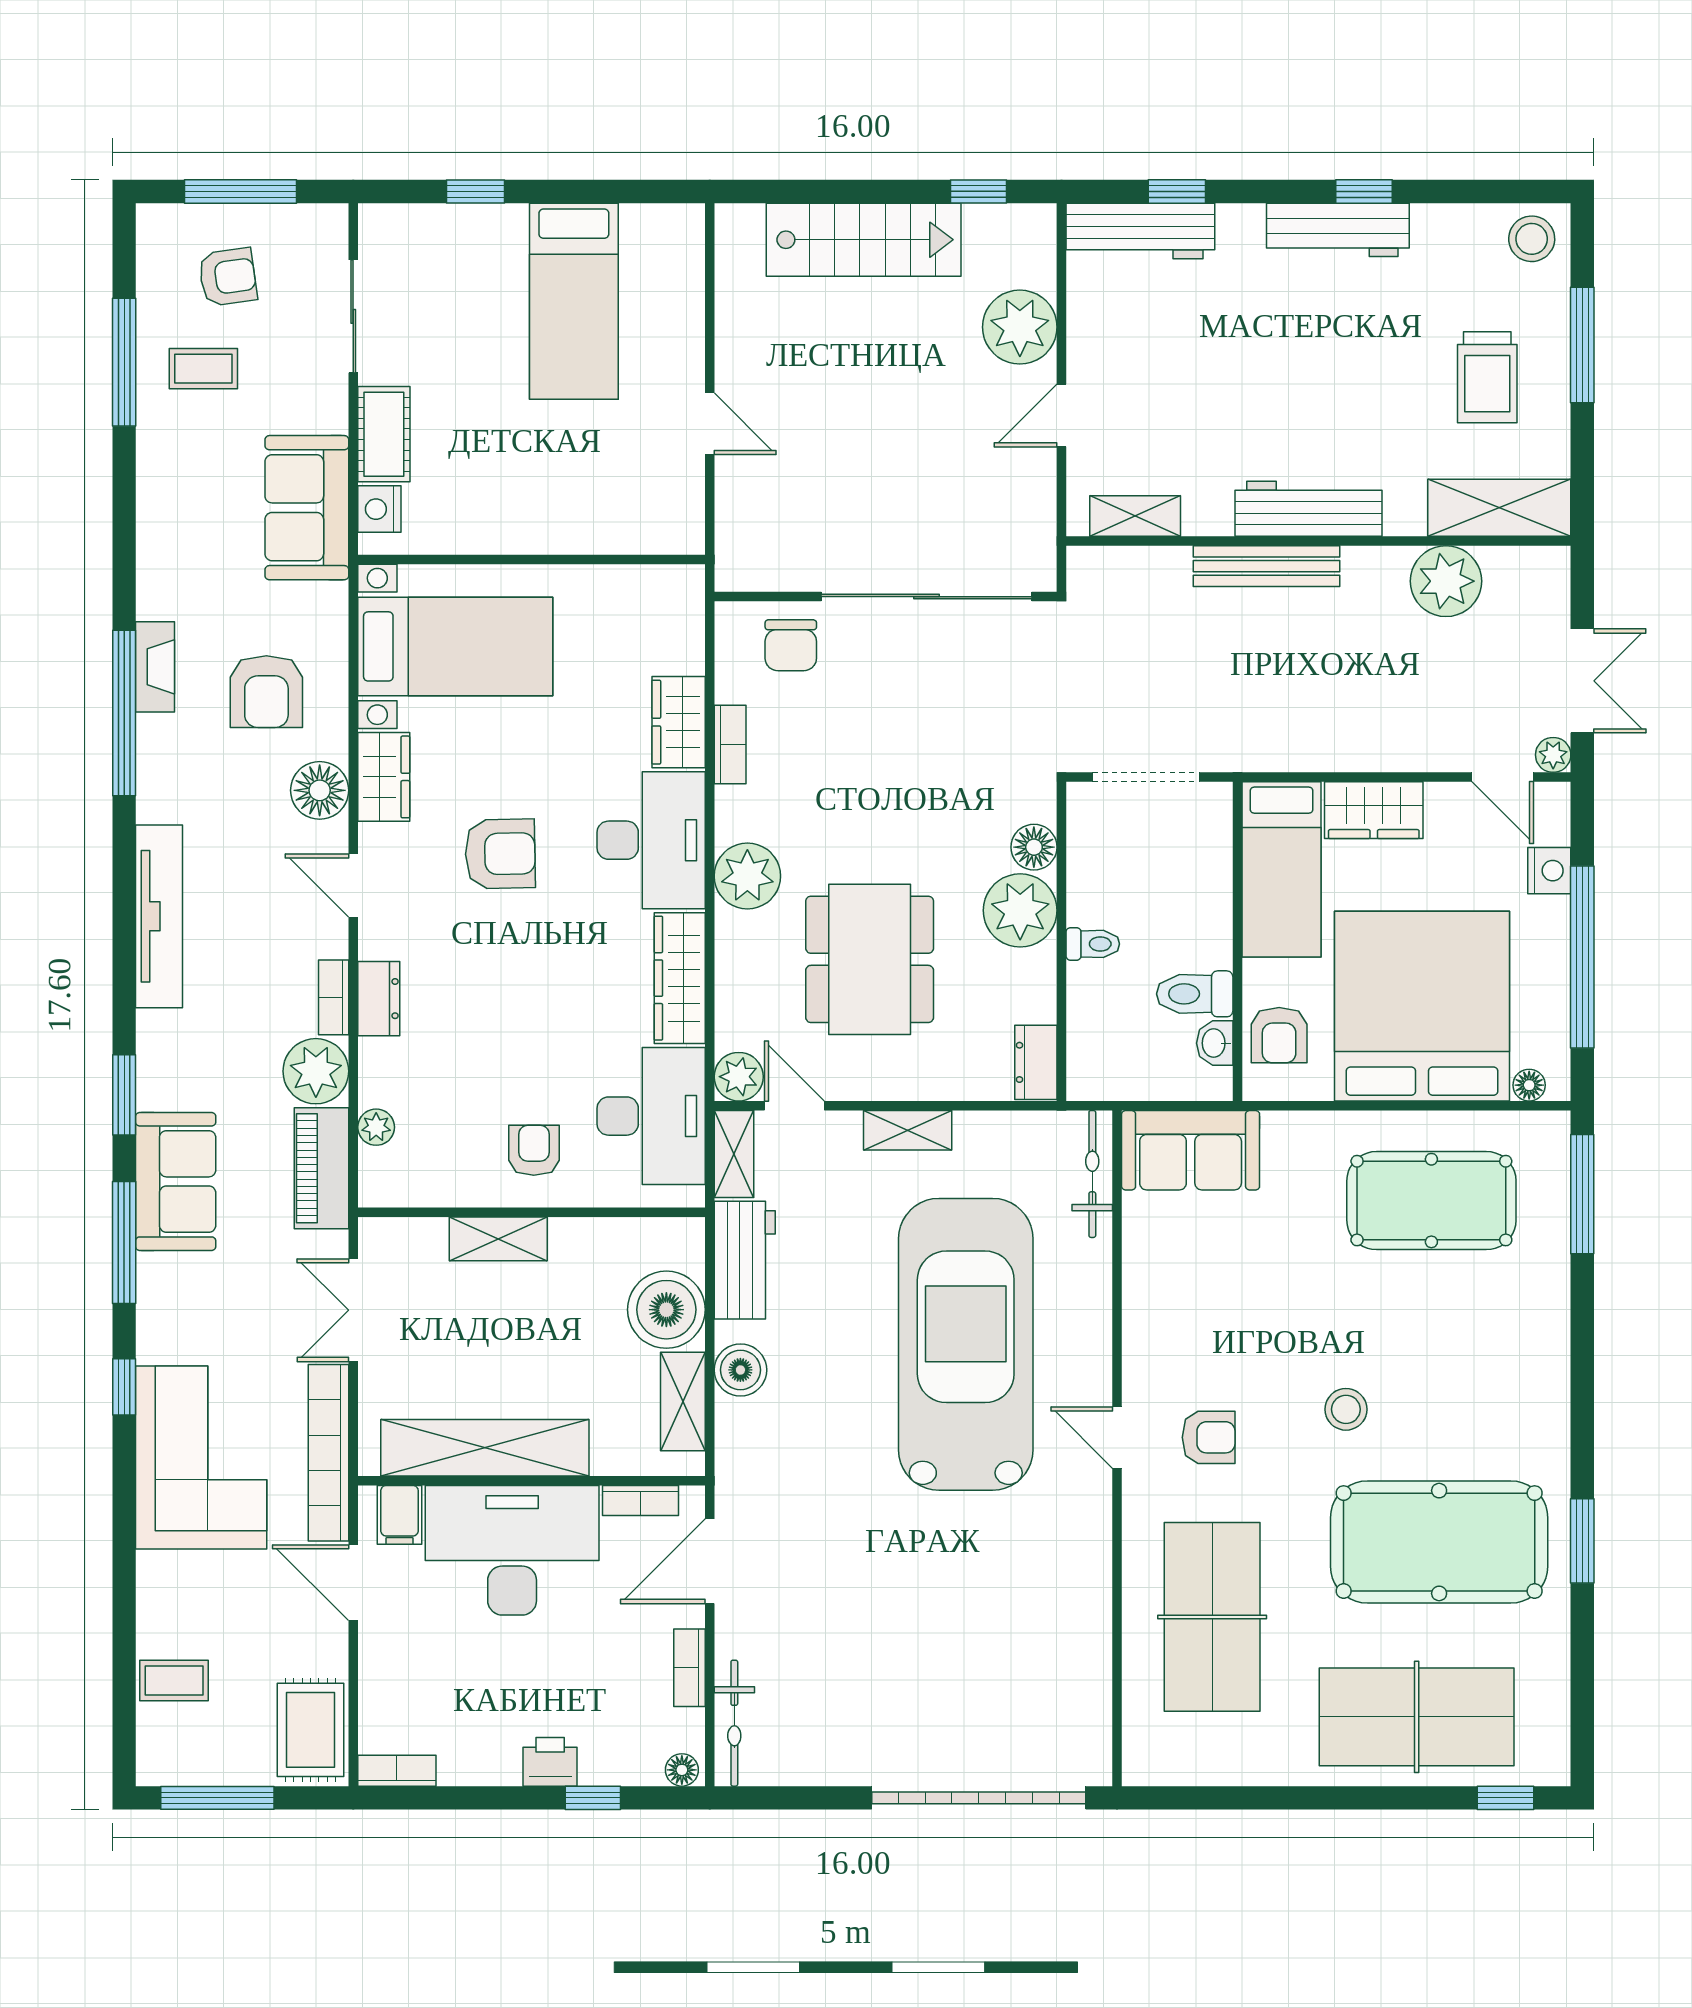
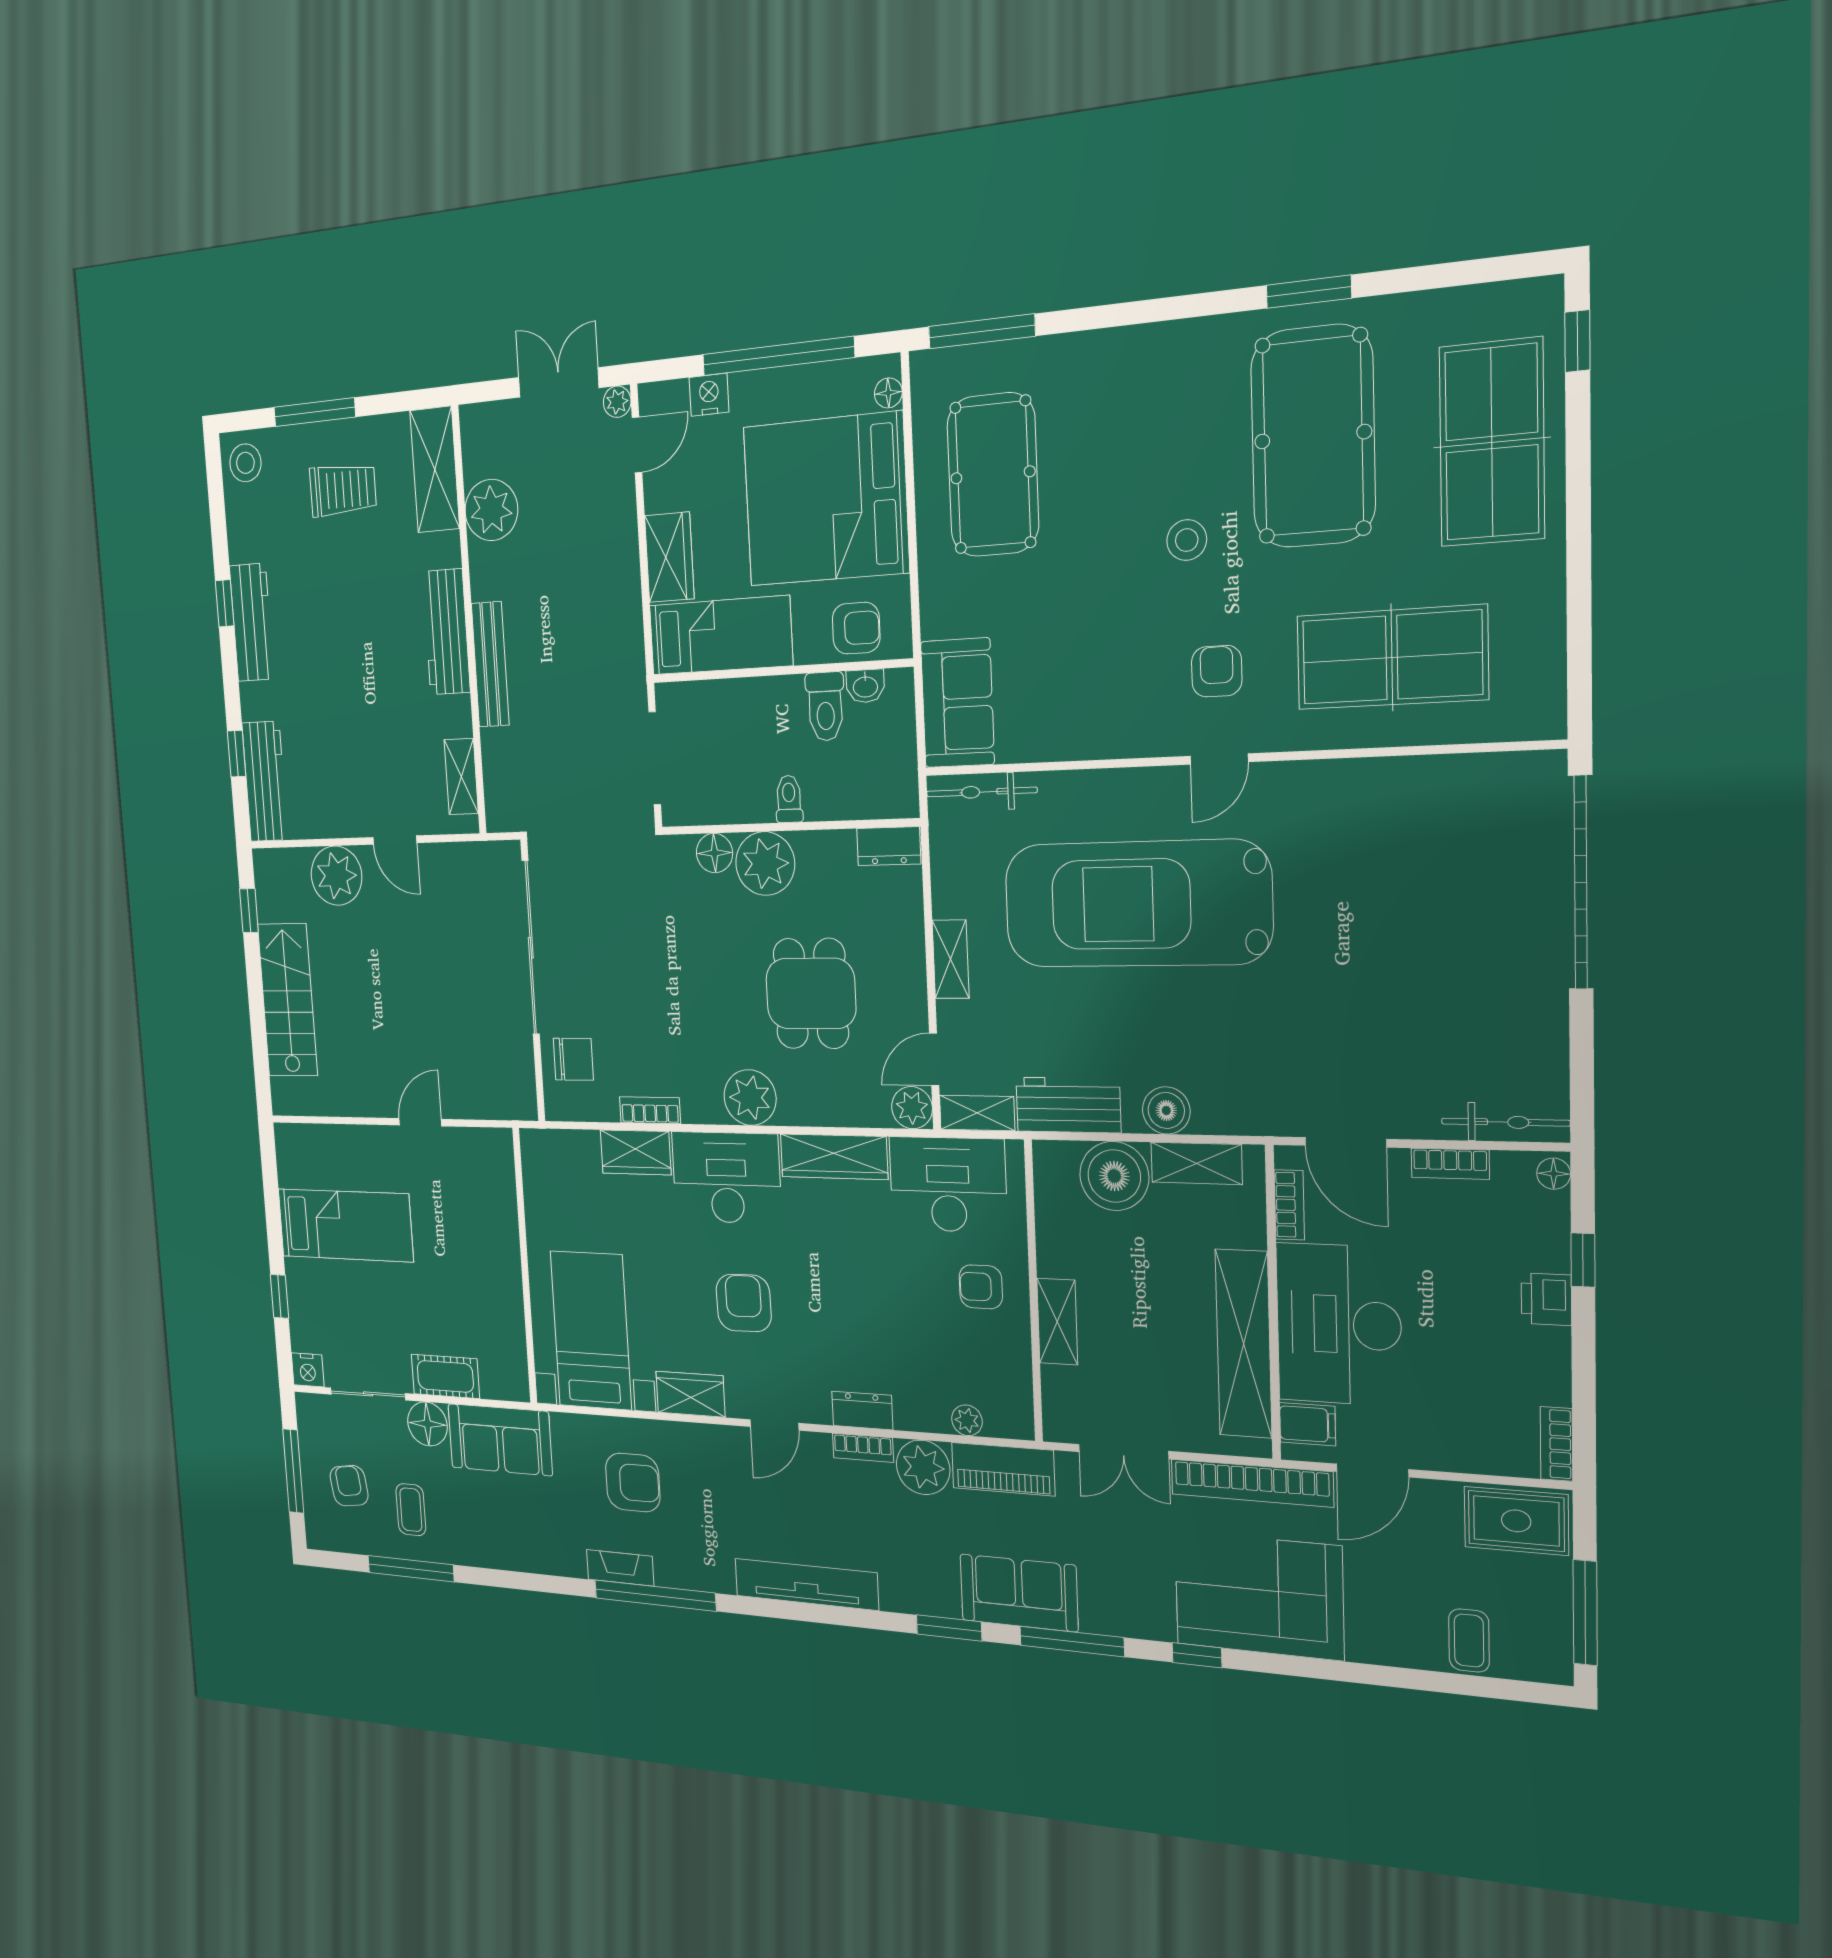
nightstand: (379, 509) -> (308, 1370), moved
floor lamp: (320, 790) -> (427, 1424), moved
dining table: (870, 959) -> (811, 994), width x0.73

